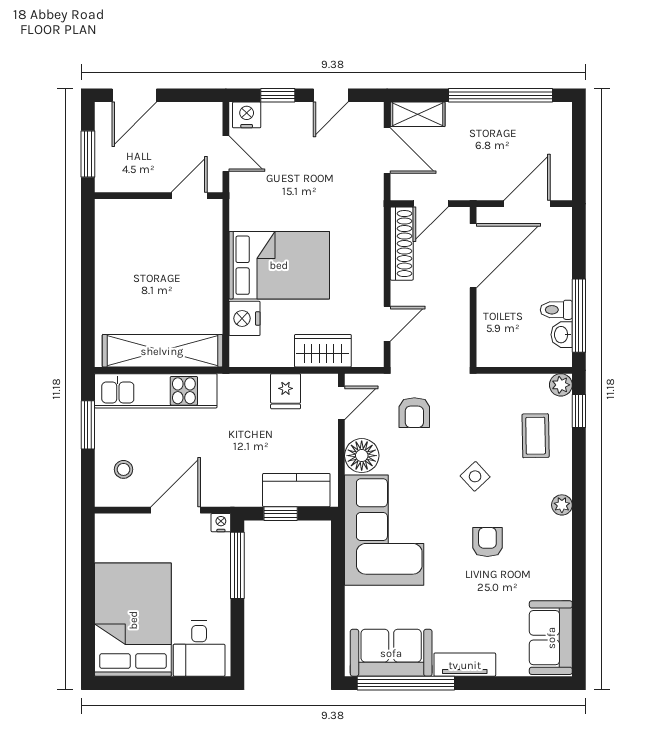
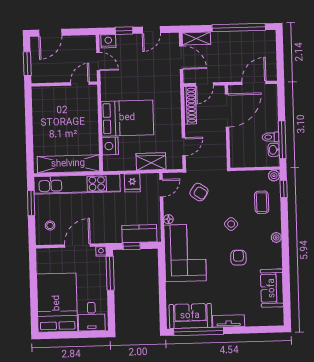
kitchen unit: (156, 391) -> (77, 184), width x1.36
armchair: (414, 413) -> (199, 192), turned -56
floor lamp: (362, 456) -> (168, 219), width x0.53, depth x0.53
sofa: (551, 638) -> (272, 288), moved

